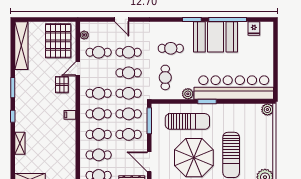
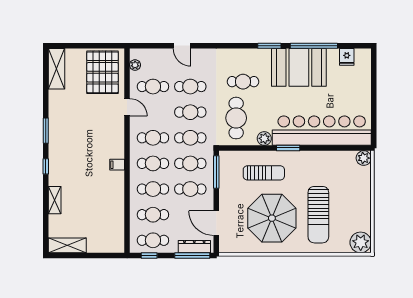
shelving: (21, 46) -> (56, 69), width x0.68
door: (78, 69) -> (127, 107), swing flipped
cafe table: (165, 77) -> (236, 118), width x1.37, depth x1.35
pallet: (62, 85) -> (107, 127), removed
sun lounger: (187, 121) -> (264, 173), width x0.73, depth x0.75

